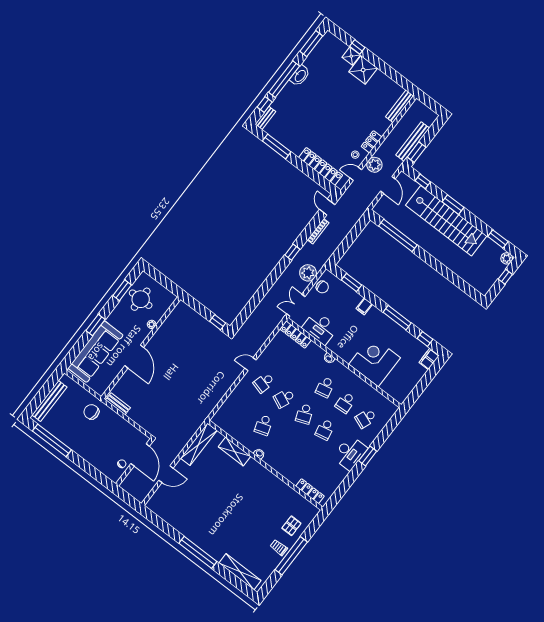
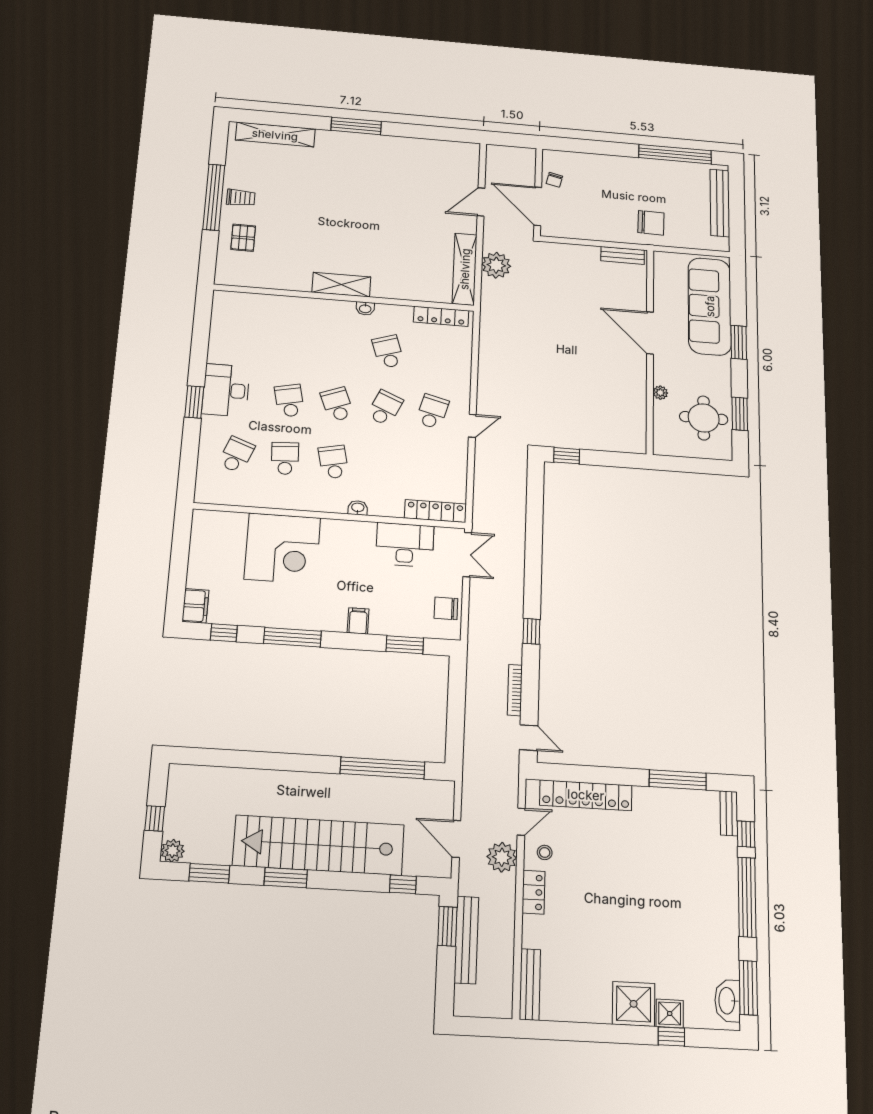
washbasin: (300, 76) -> (728, 1001), moved
window: (453, 205) -> (286, 878), moved
plant: (308, 273) -> (496, 265), moved
shelving: (235, 452) -> (341, 285), moved
locker: (310, 491) -> (441, 316), moved
window: (198, 552) -> (356, 126), width x0.68

